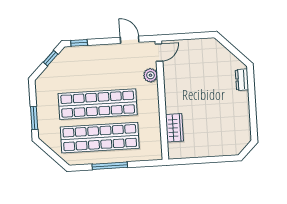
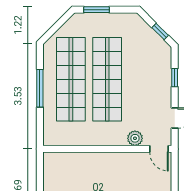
window: (79, 43) -> (175, 78), moved
wardrobe: (174, 128) -> (77, 161), removed

